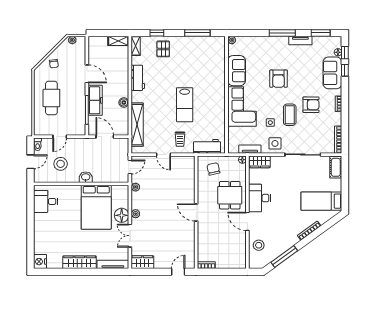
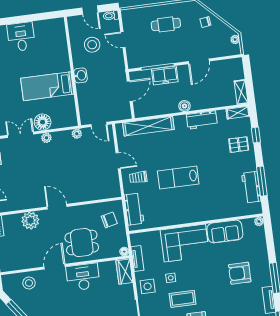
workbench: (201, 43) -> (251, 187), added
armchair: (279, 79) -> (240, 273), moved
cafe table: (51, 98) -> (166, 24), width x0.73, depth x0.74
freezer: (95, 100) -> (165, 75), width x0.71
boiler: (124, 102) -> (184, 106), moved
door: (163, 155) -> (118, 161), swing flipped
desk: (46, 201) -> (21, 37), moved
bed: (96, 207) -> (47, 86), width x0.67
door: (196, 212) -> (57, 207), hinge flipped
plant: (205, 237) -> (30, 221), added

